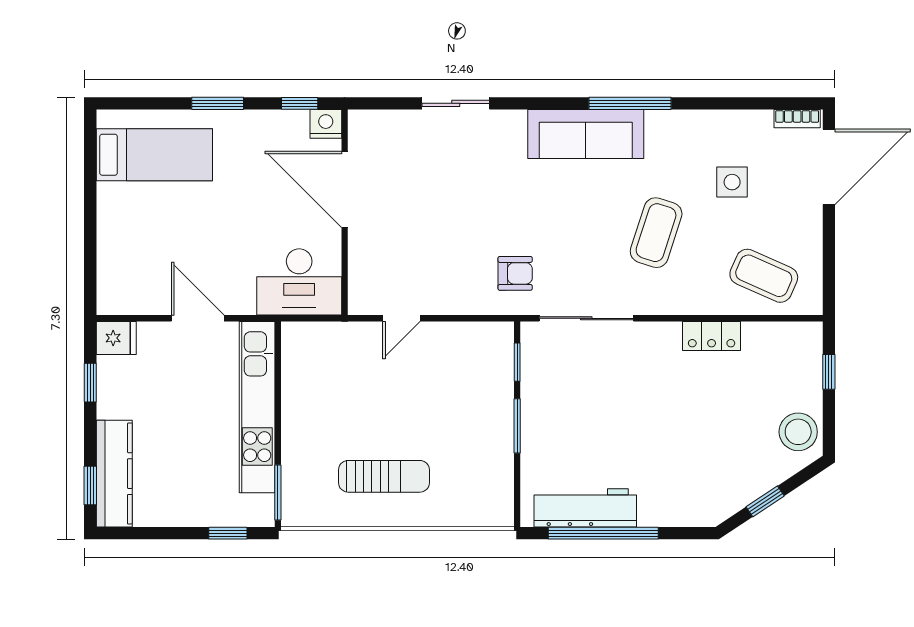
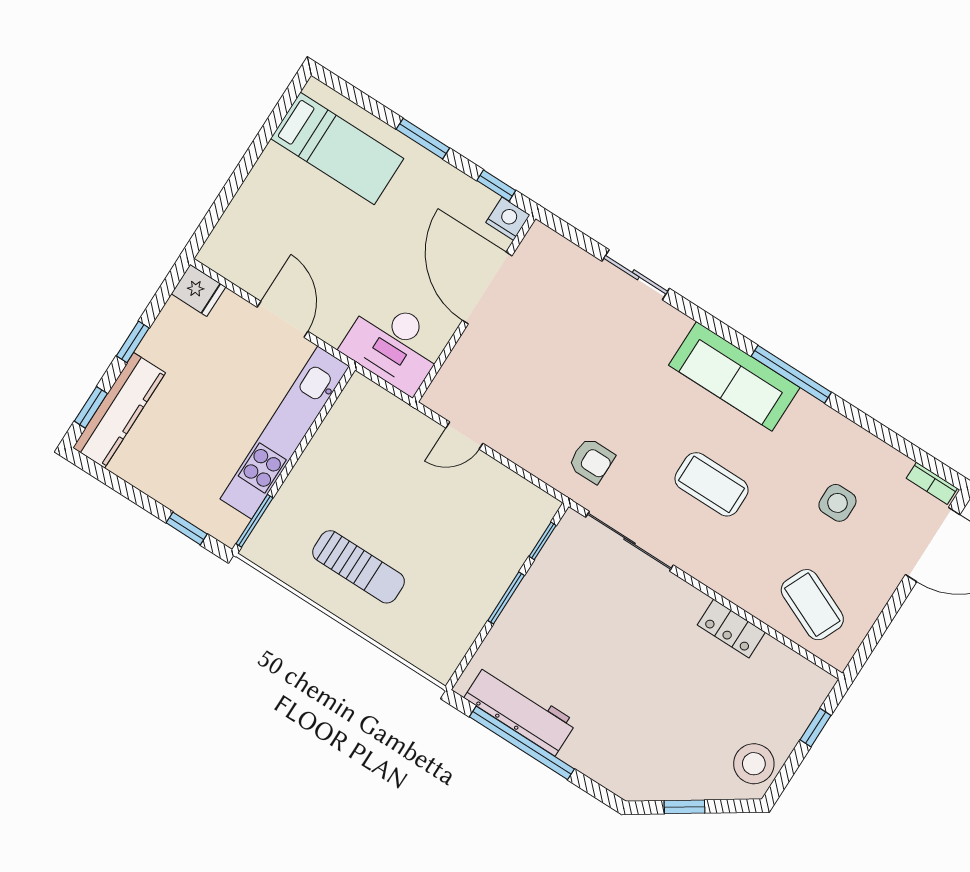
coffee table: (656, 233) -> (712, 484), moved, turned 72
window: (90, 383) -> (133, 342), moved

